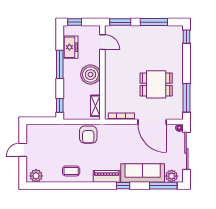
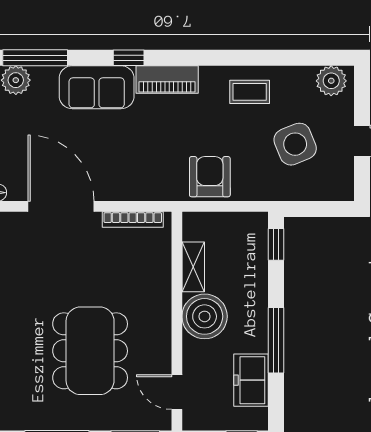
dining table: (156, 84) -> (90, 351), moved, width x1.38
shelving: (95, 106) -> (193, 267), moved
side table: (52, 149) -> (295, 144), added
sofa: (143, 173) -> (97, 87), width x0.73

